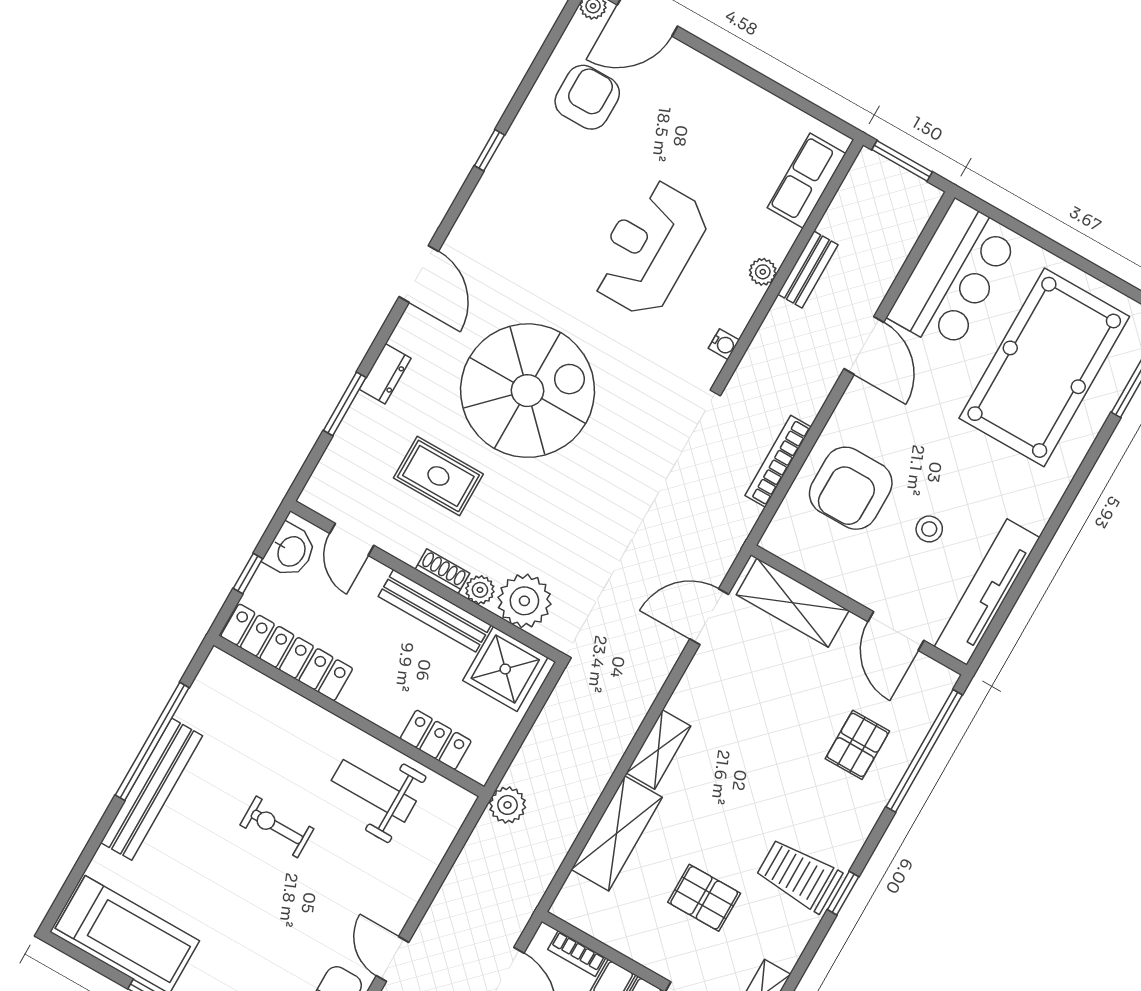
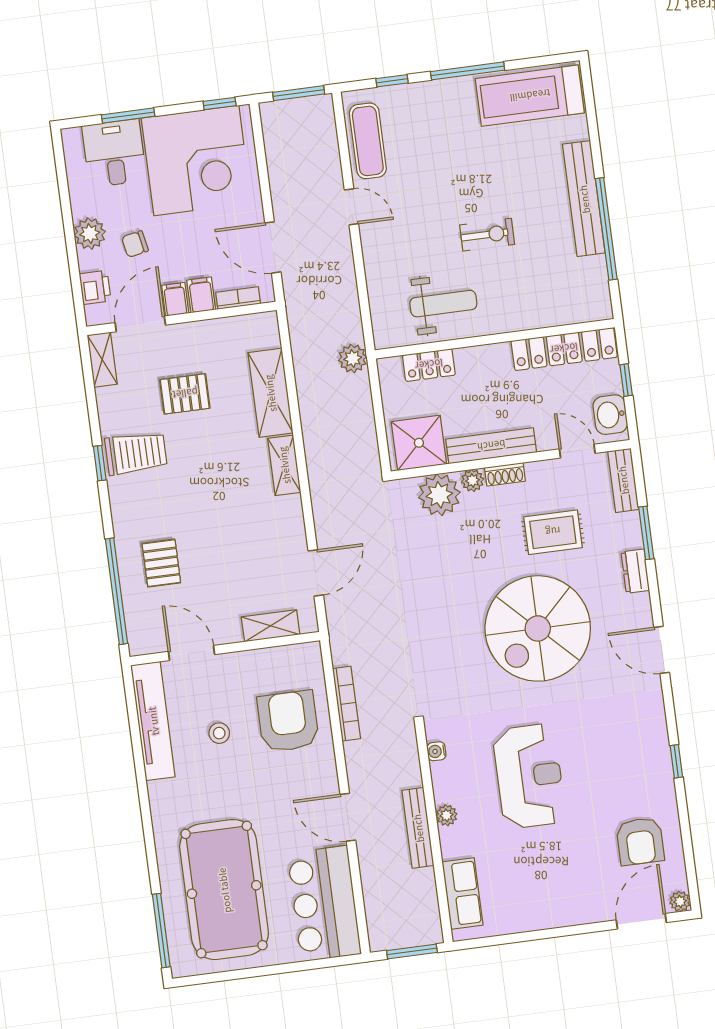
bench: (808, 270) -> (418, 828), width x1.36
bench: (328, 474) -> (623, 480), added
shelving: (793, 603) -> (271, 626), width x0.67, depth x0.75

